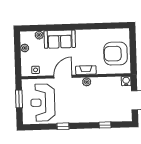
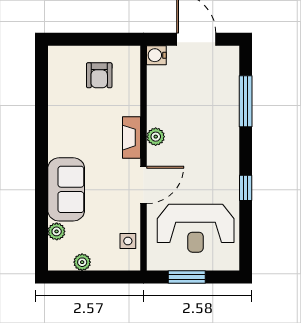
armchair: (116, 54) -> (99, 75), width x0.53, depth x0.53
door: (63, 77) -> (144, 185), swing flipped
window: (105, 125) -> (246, 101), width x2.17

